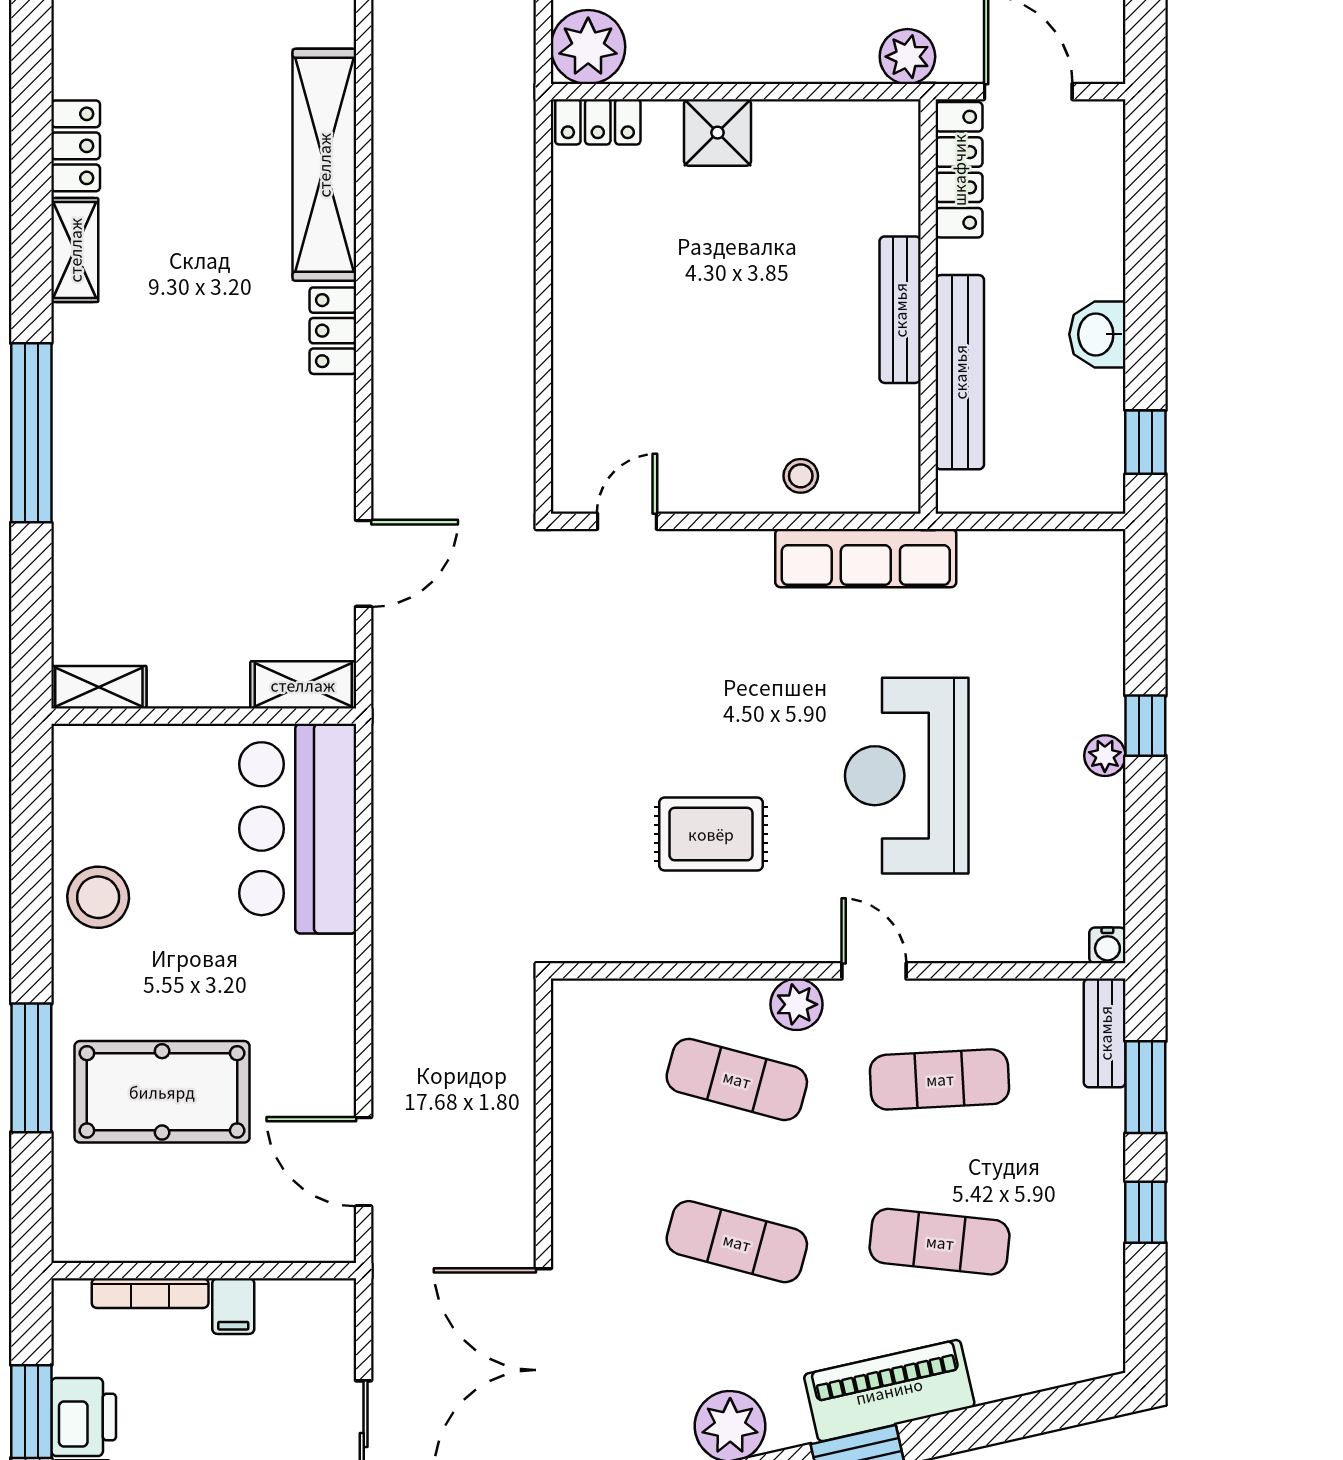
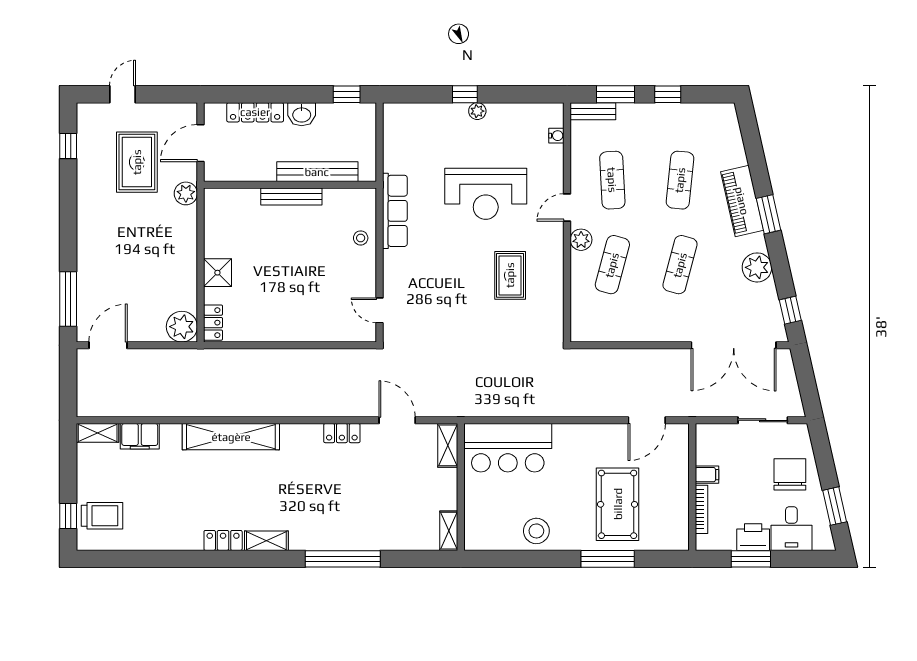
locker: (959, 170) -> (255, 112), moved, turned 180
locker: (333, 331) -> (342, 433), moved
water cooler: (1107, 945) -> (556, 136), moved

